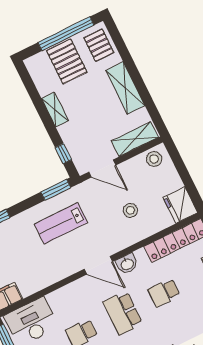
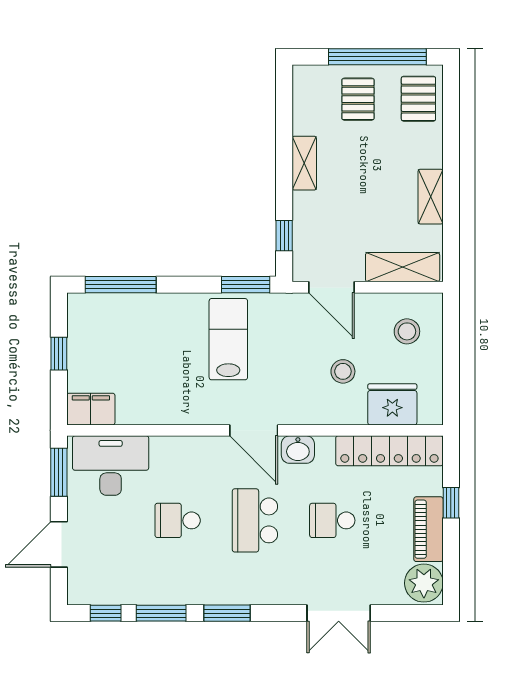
pallet: (67, 61) -> (358, 99), width x0.67, depth x0.71
shelving: (125, 88) -> (431, 197), width x0.67, depth x0.75
stool: (154, 159) -> (407, 331), moved
fridge: (180, 205) -> (392, 404), moved, turned 90
lab bench: (61, 223) -> (228, 339), turned 90

